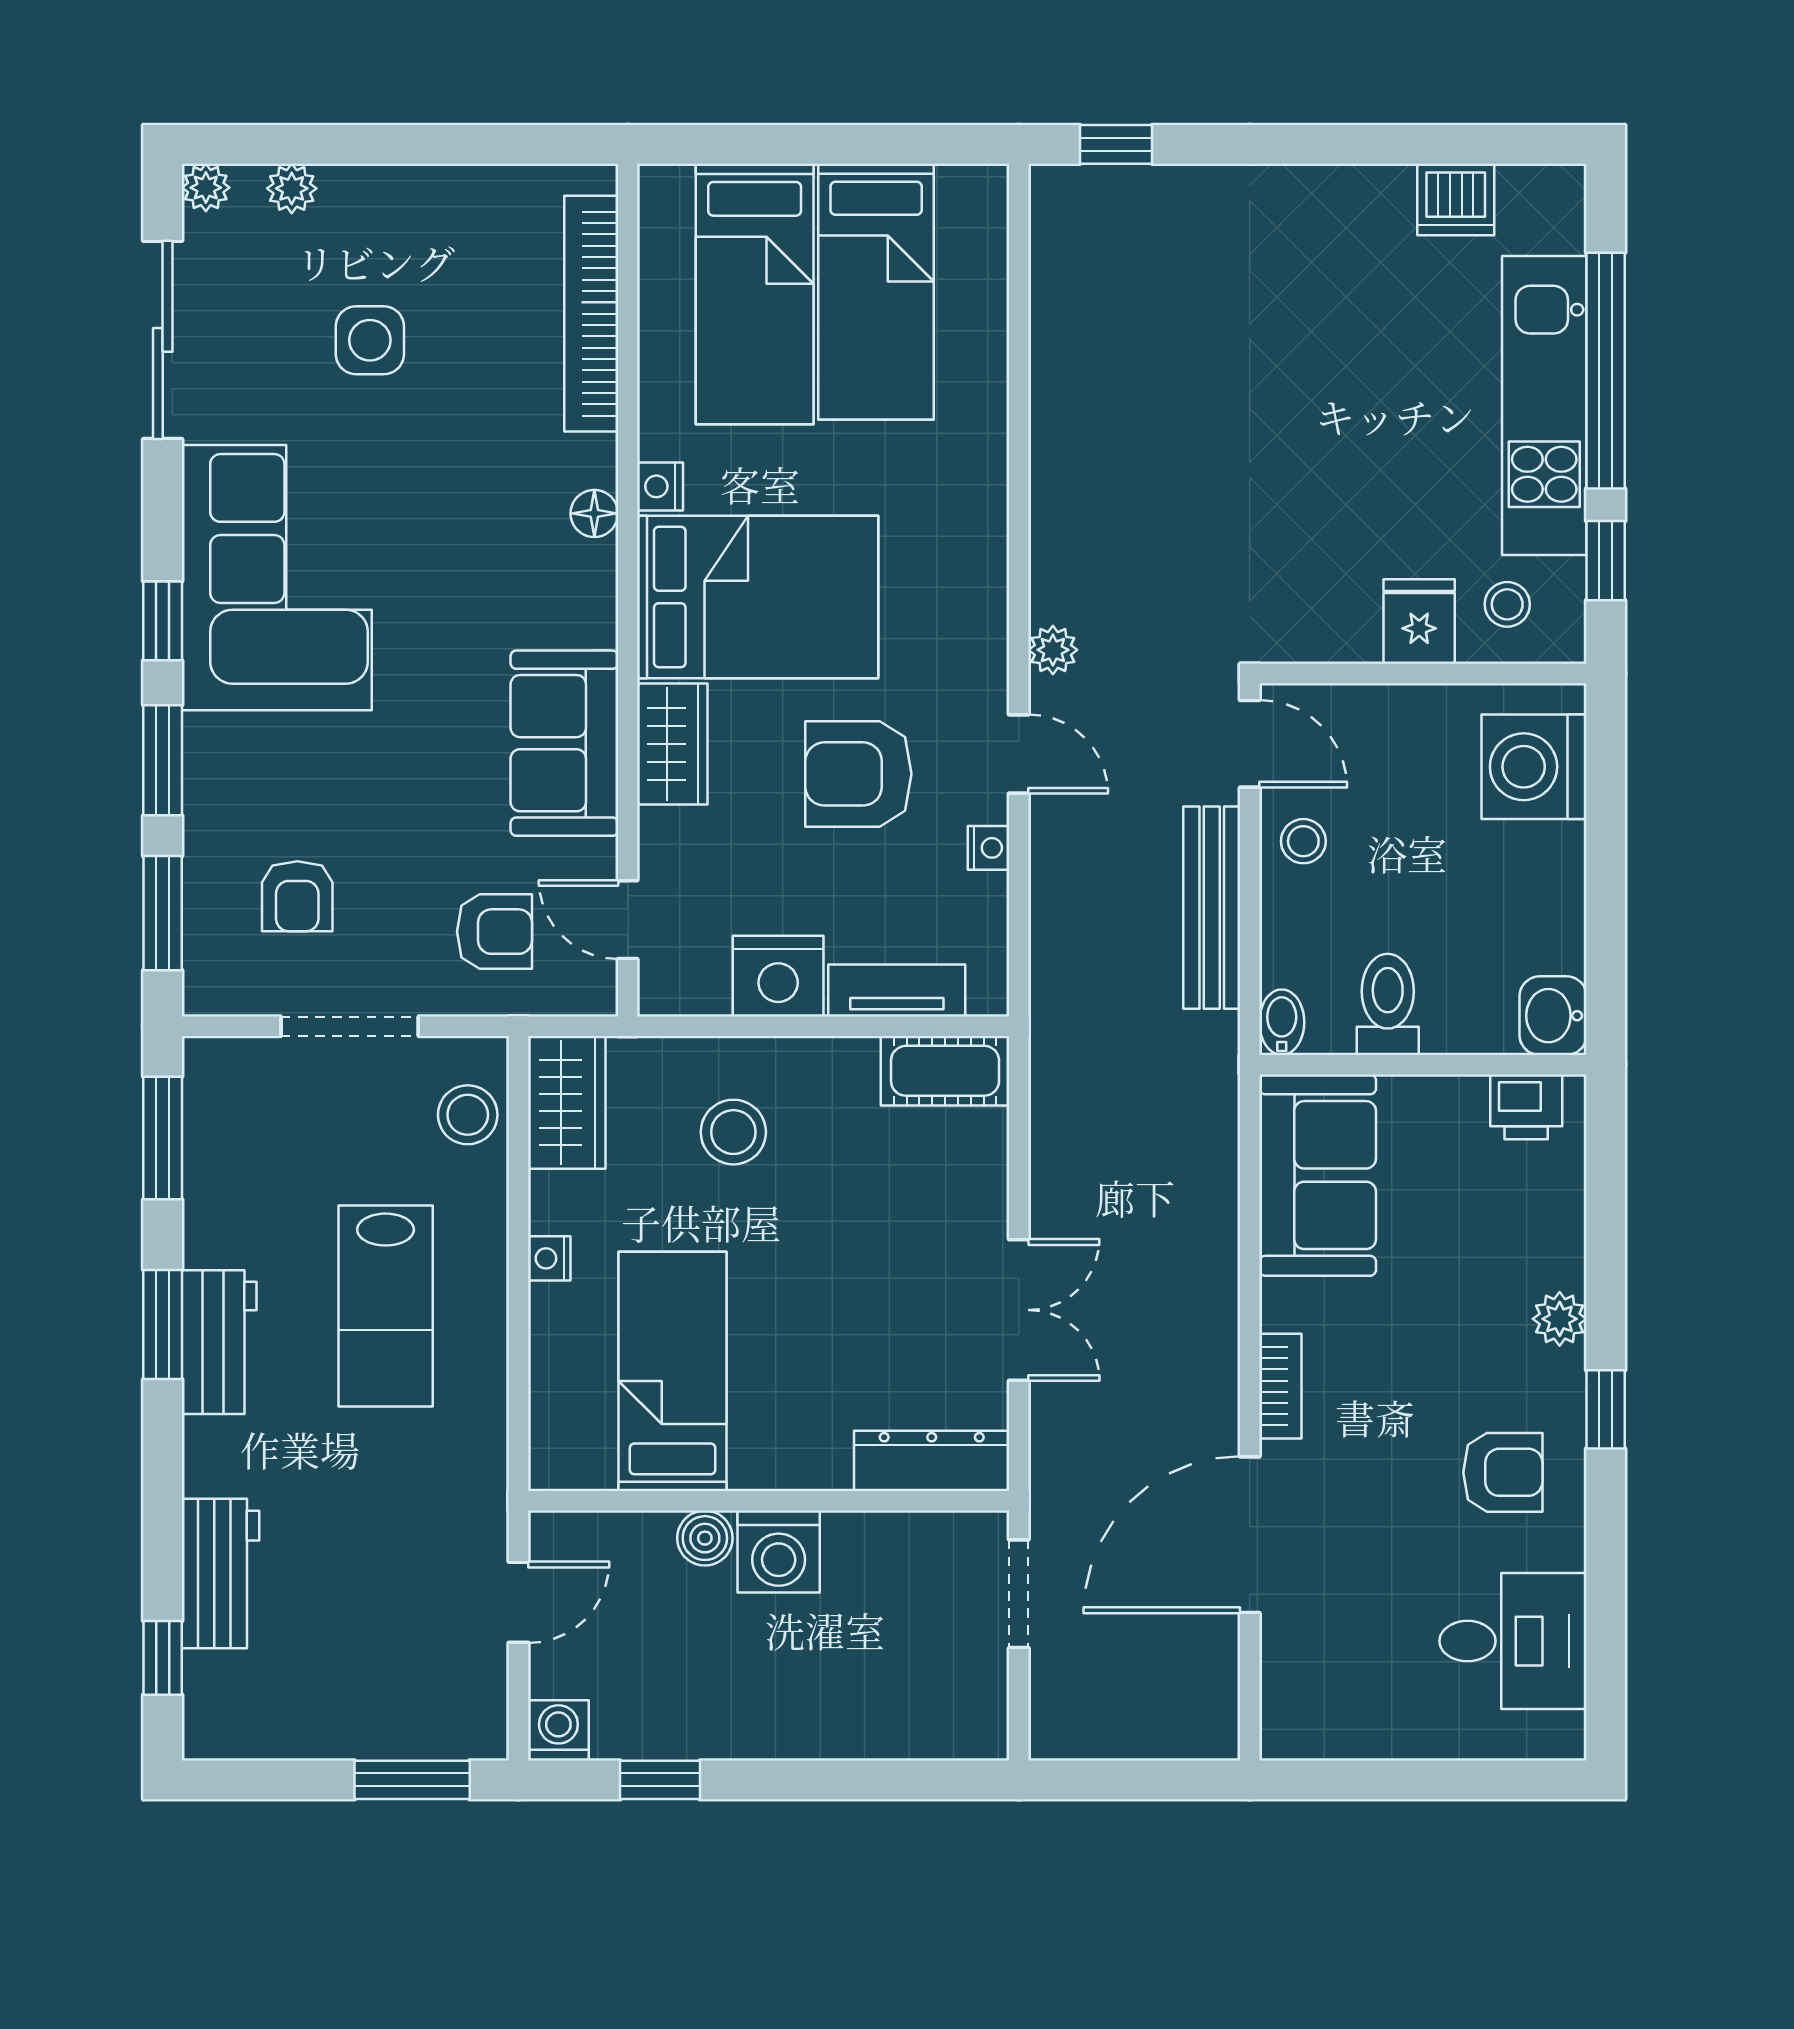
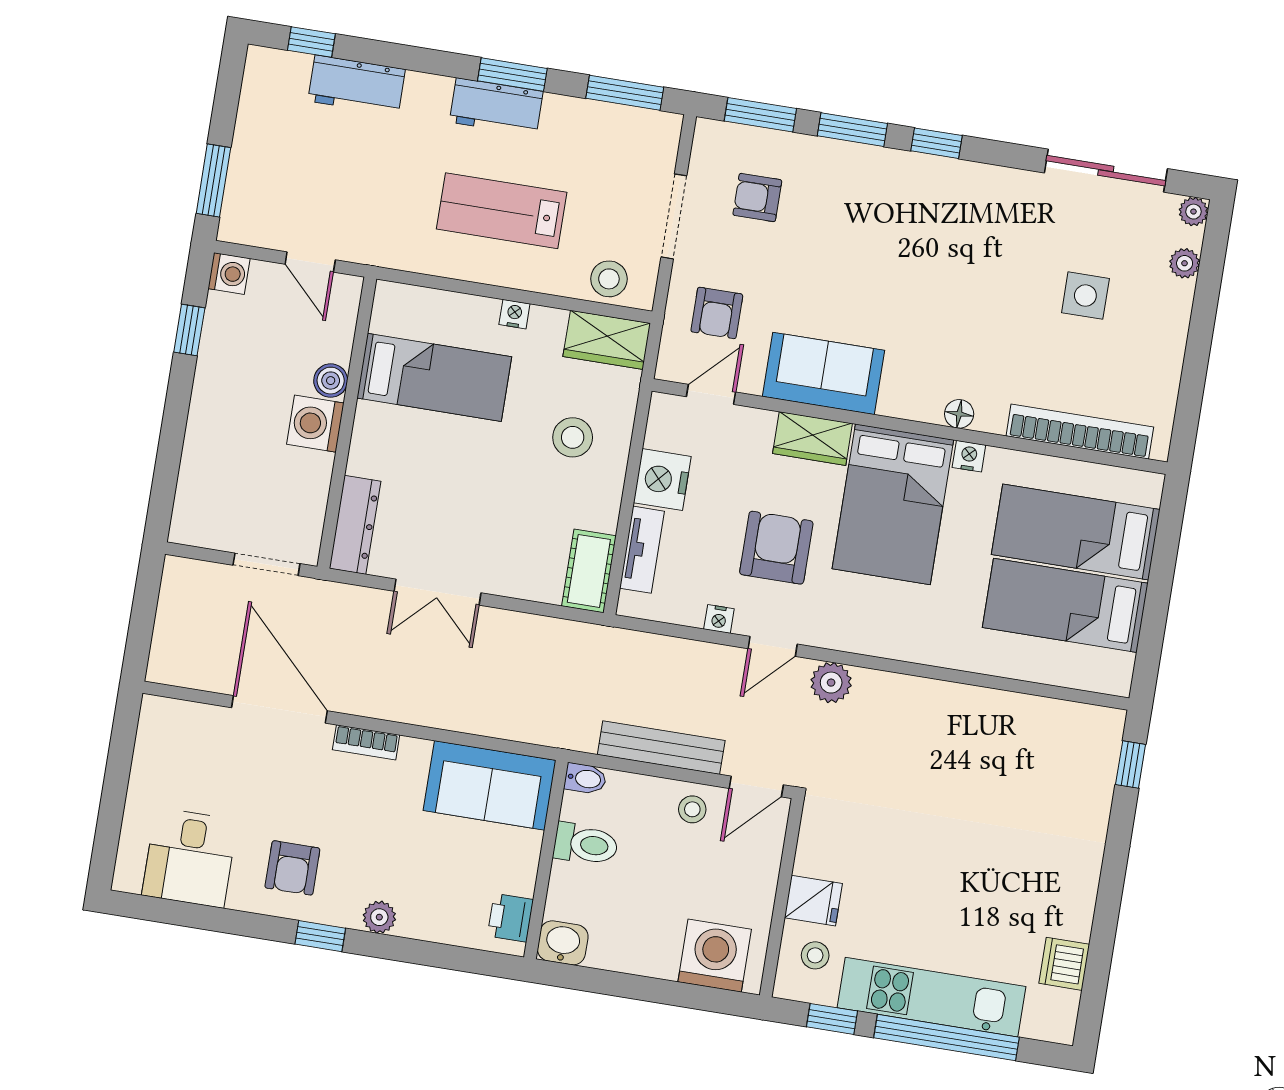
corner sofa: (277, 578) -> (951, 216), removed
plant: (1053, 650) -> (831, 683), width x1.38, depth x1.38

